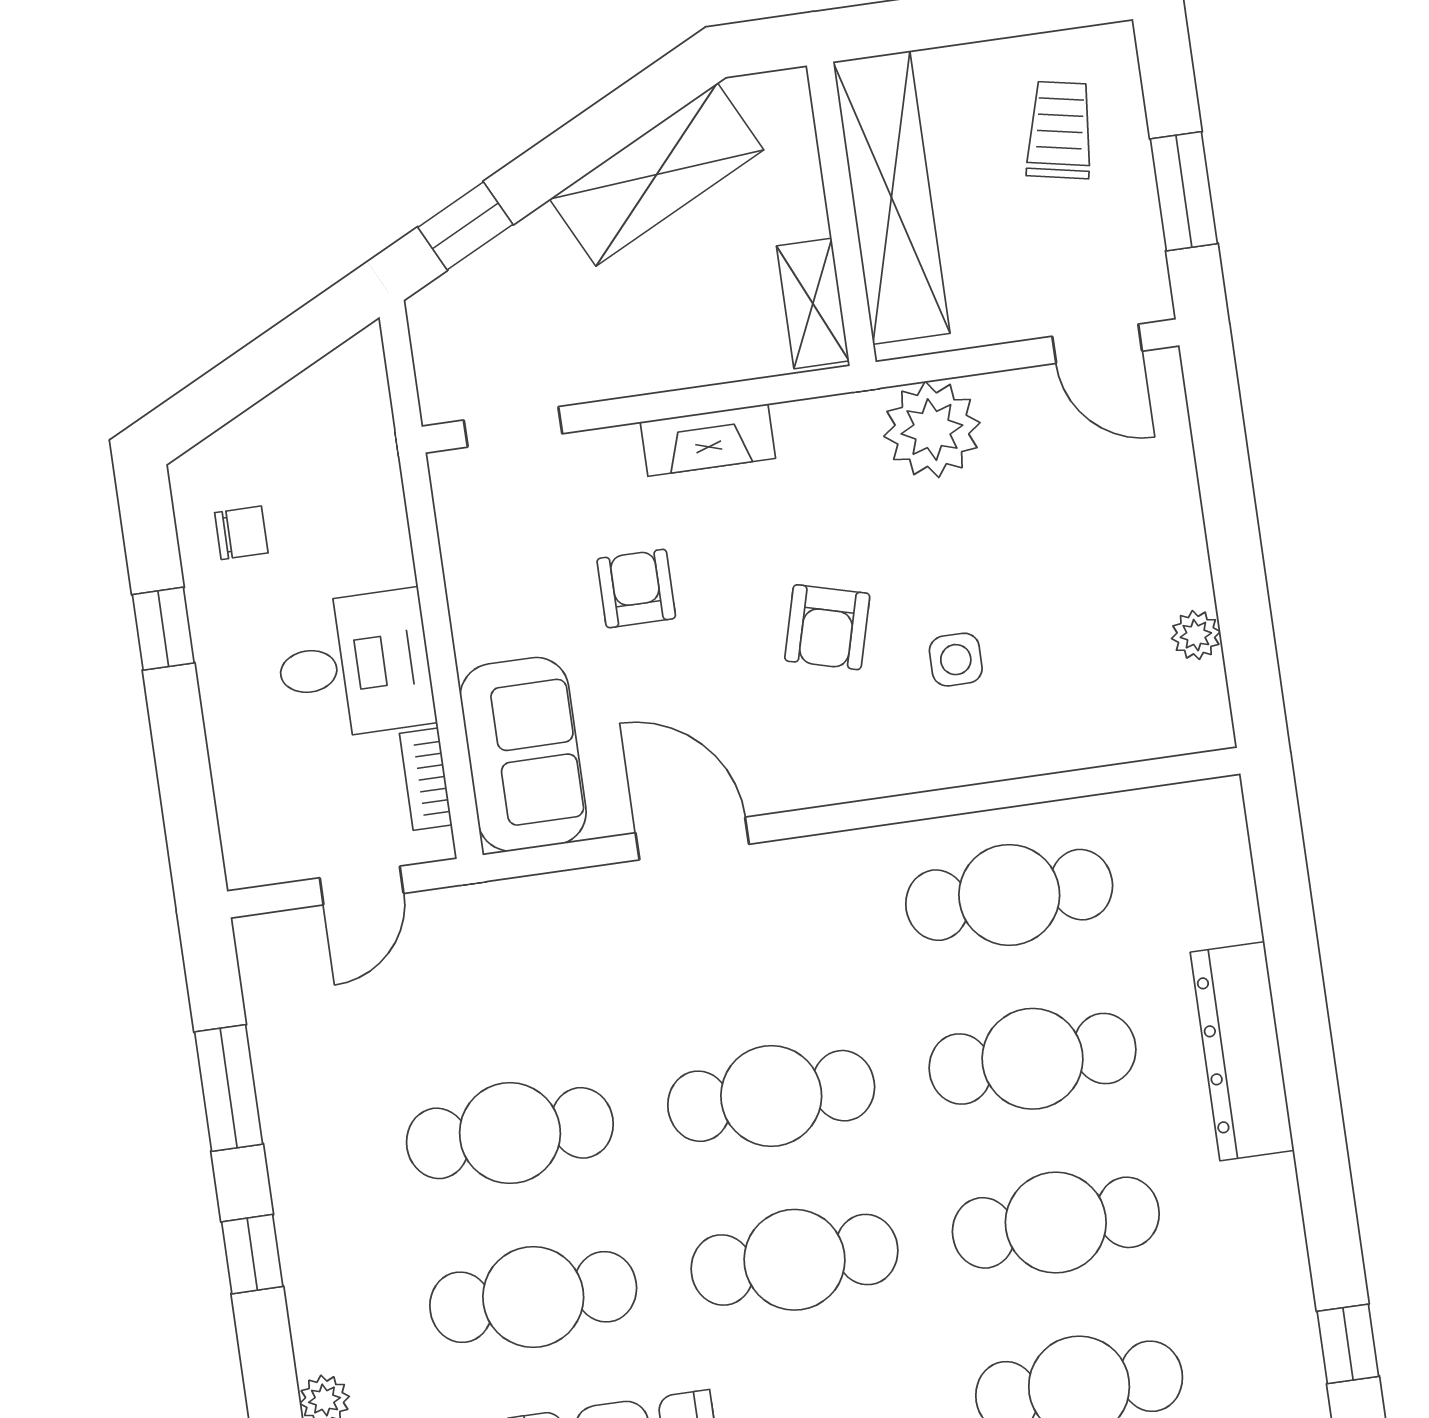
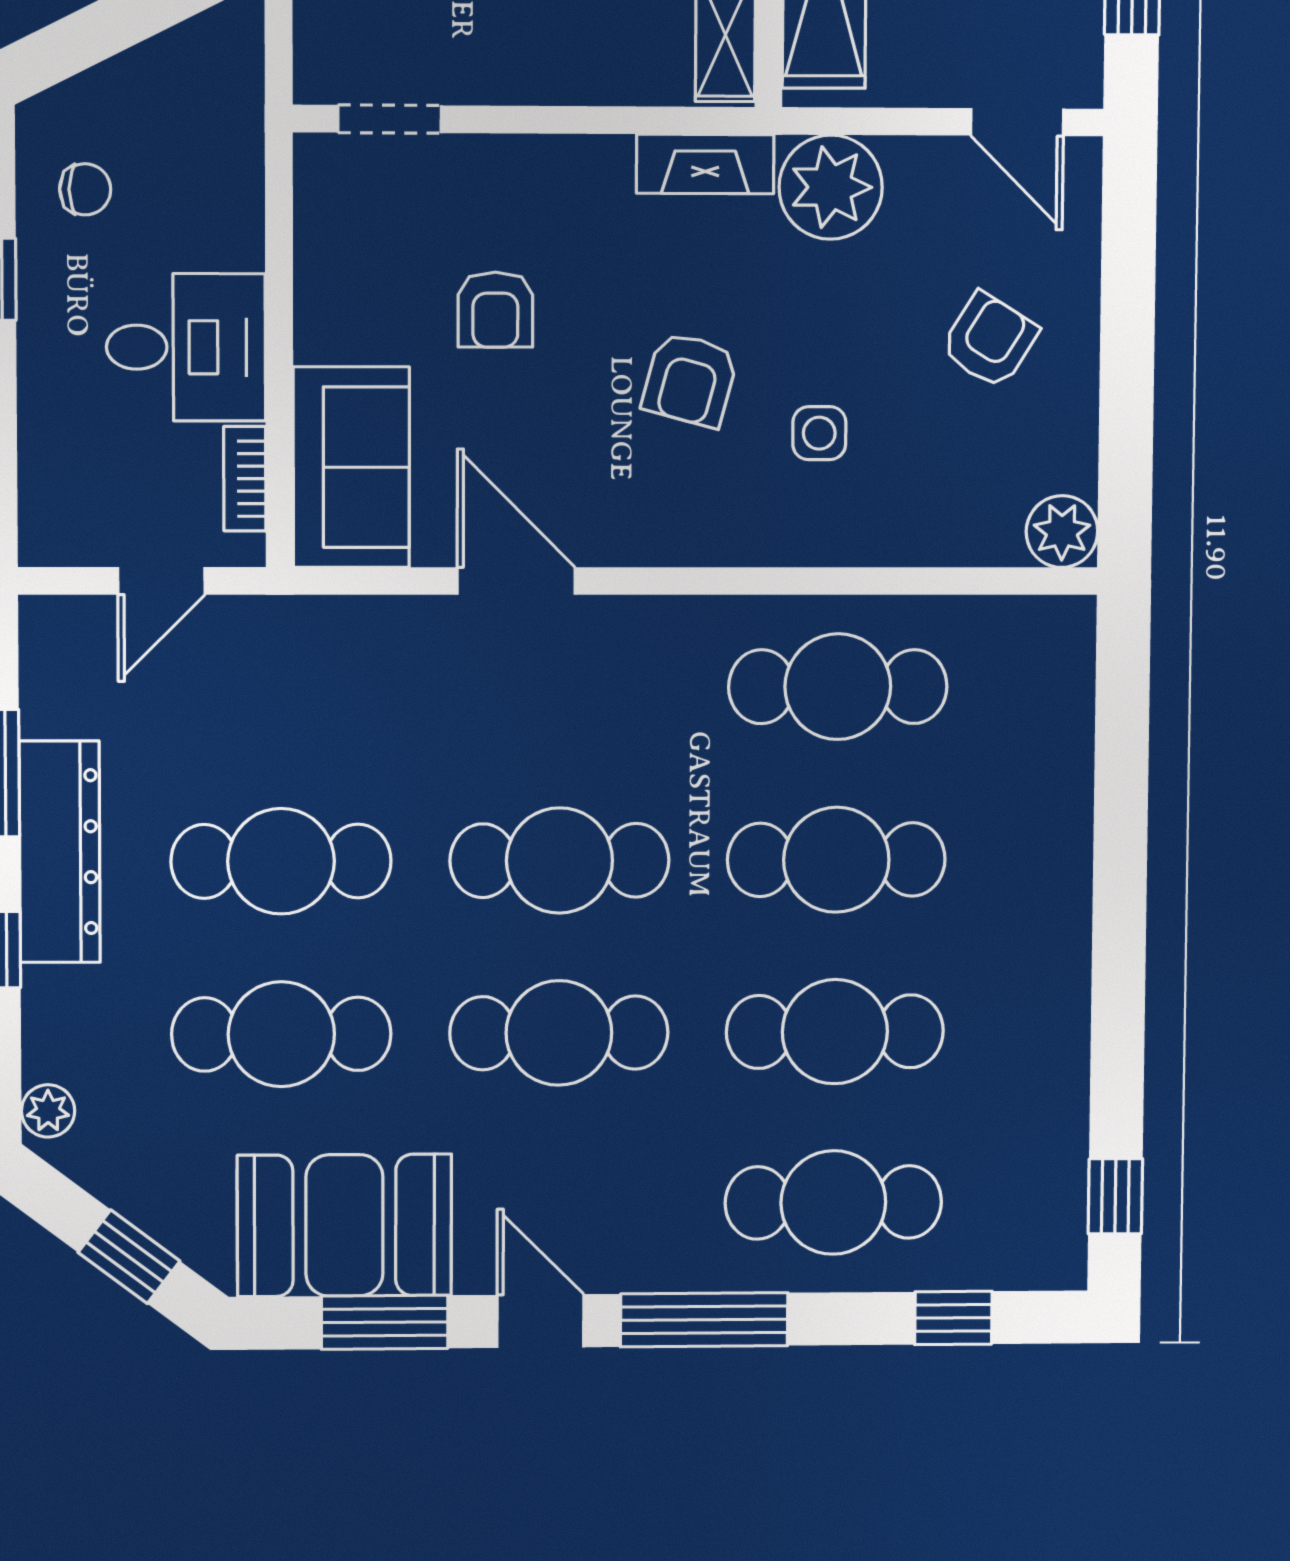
fireplace: (708, 440) -> (705, 164), moved
armchair: (1102, 550) -> (990, 340), added
armchair: (636, 589) -> (495, 310), turned 180
plant: (1196, 635) -> (1062, 532), moved, width x1.38, depth x1.38
dresser: (1242, 1051) -> (60, 852), moved, turned 180

